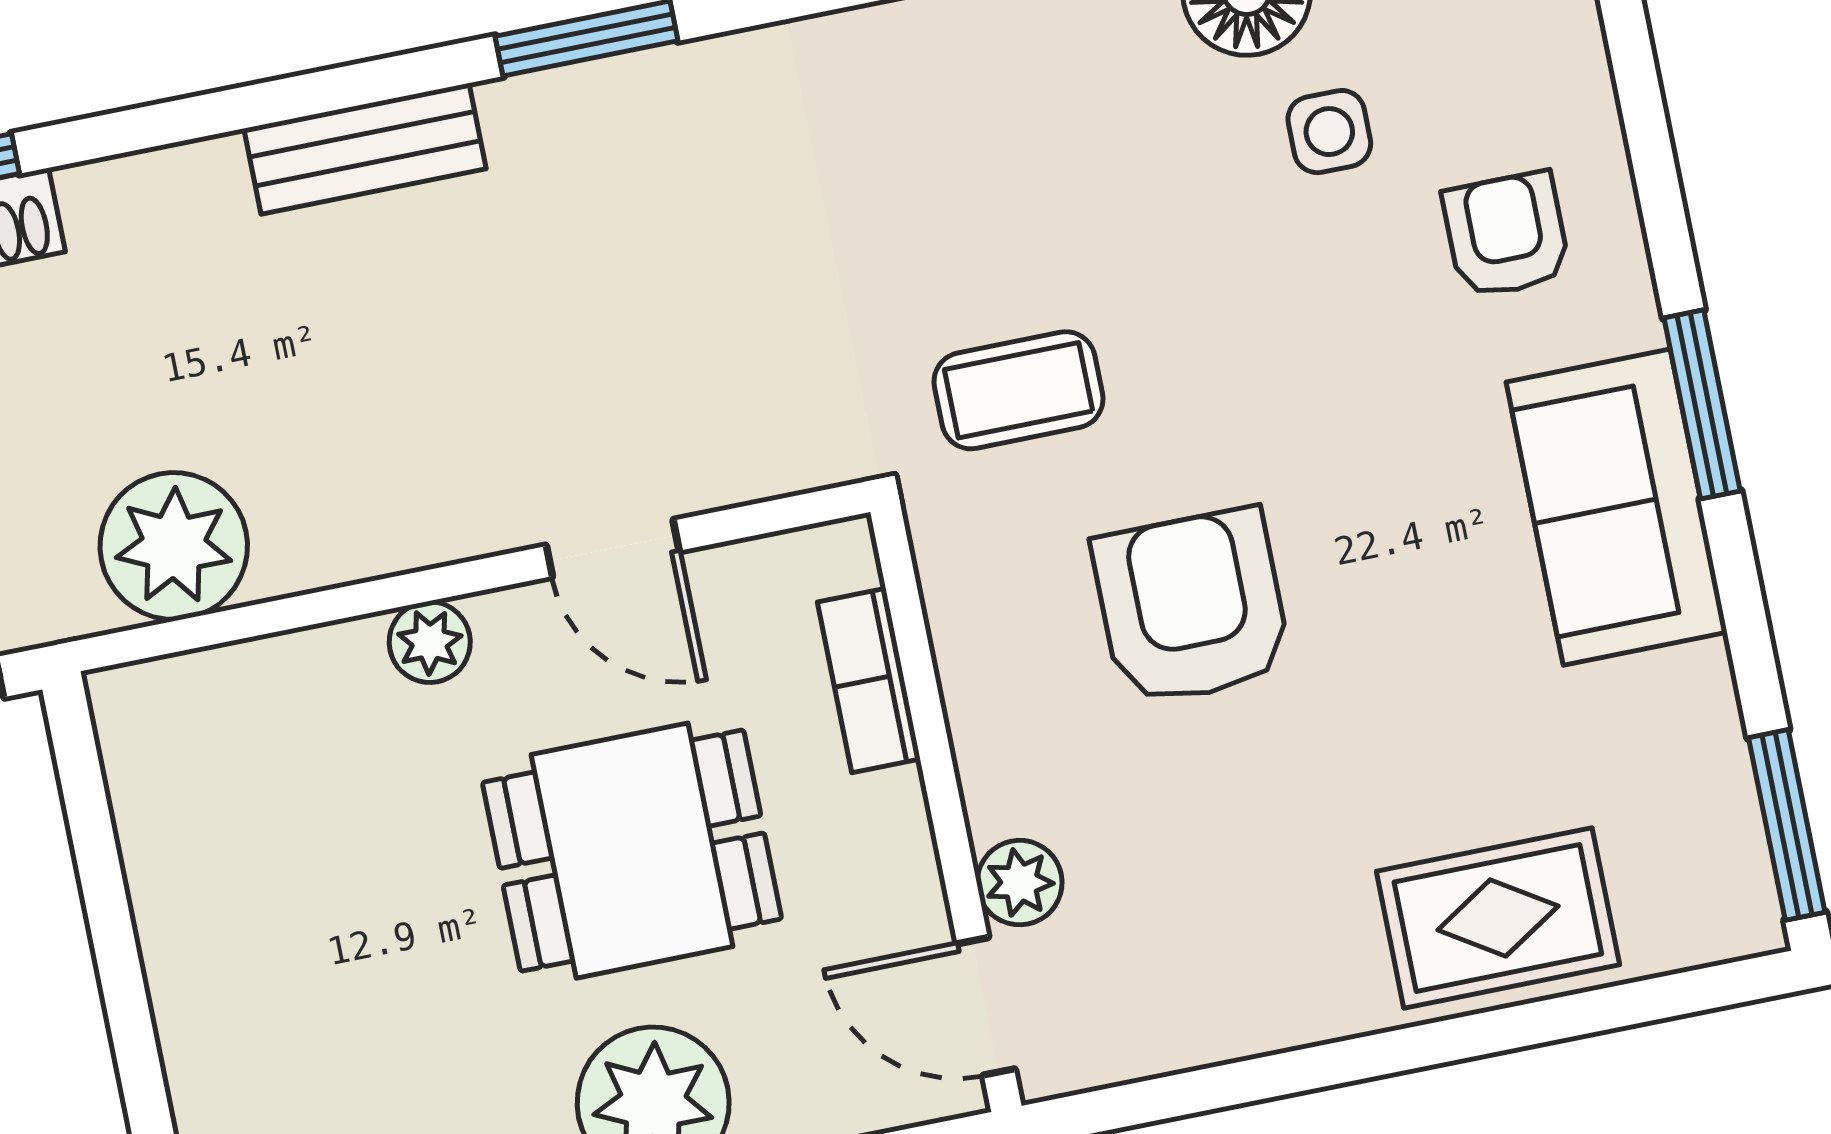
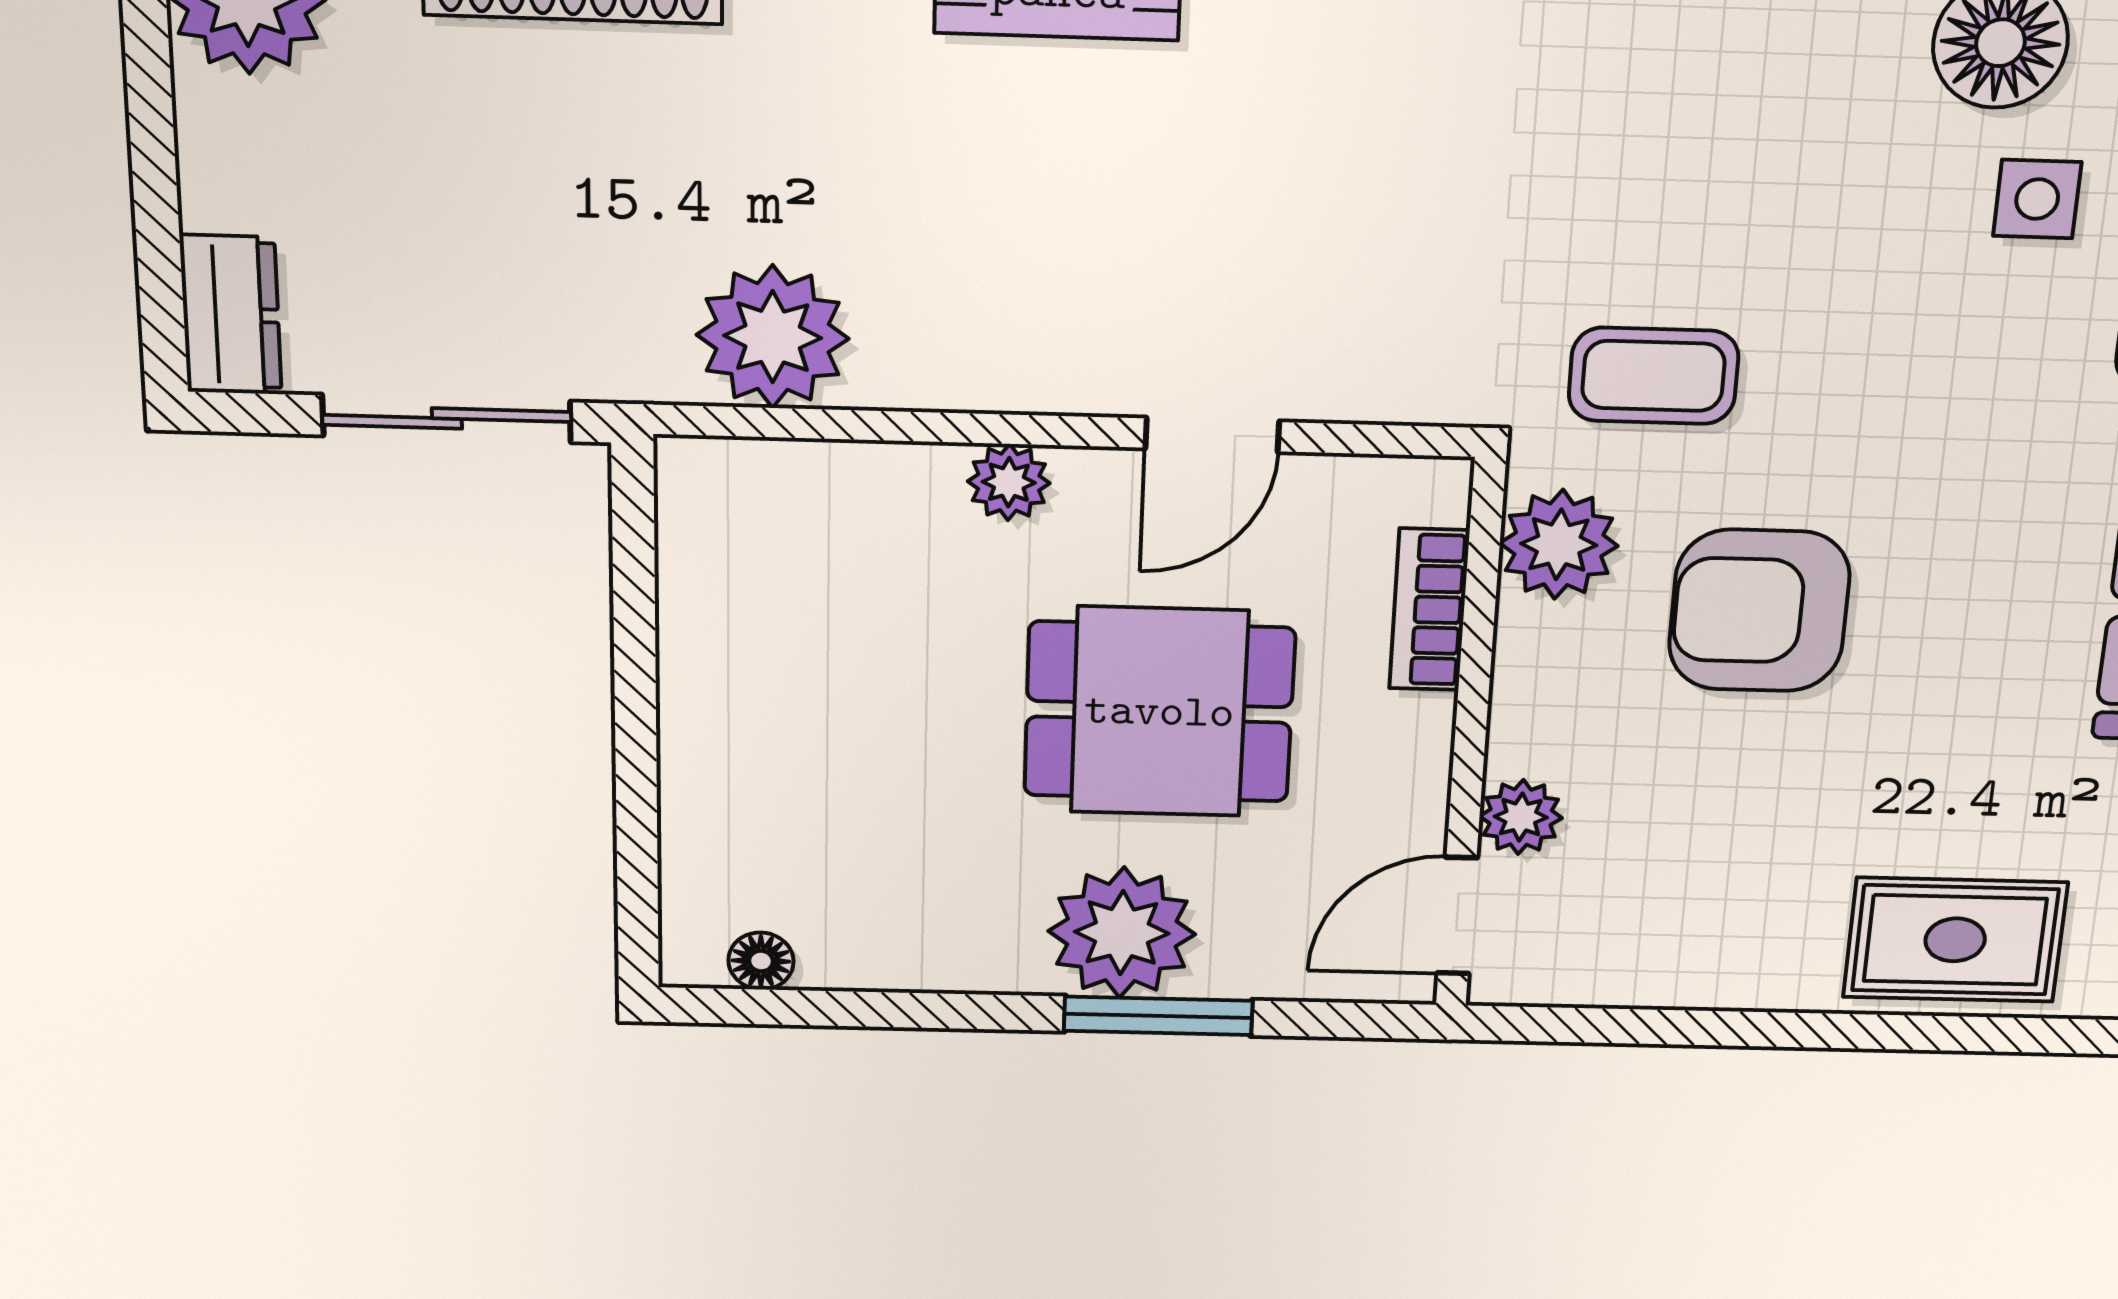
door: (613, 548) -> (1212, 435), hinge flipped
plant: (976, 583) -> (1559, 544), added
armchair: (1192, 607) -> (1759, 611), turned -90
door: (986, 1006) -> (1457, 916), hinge flipped

